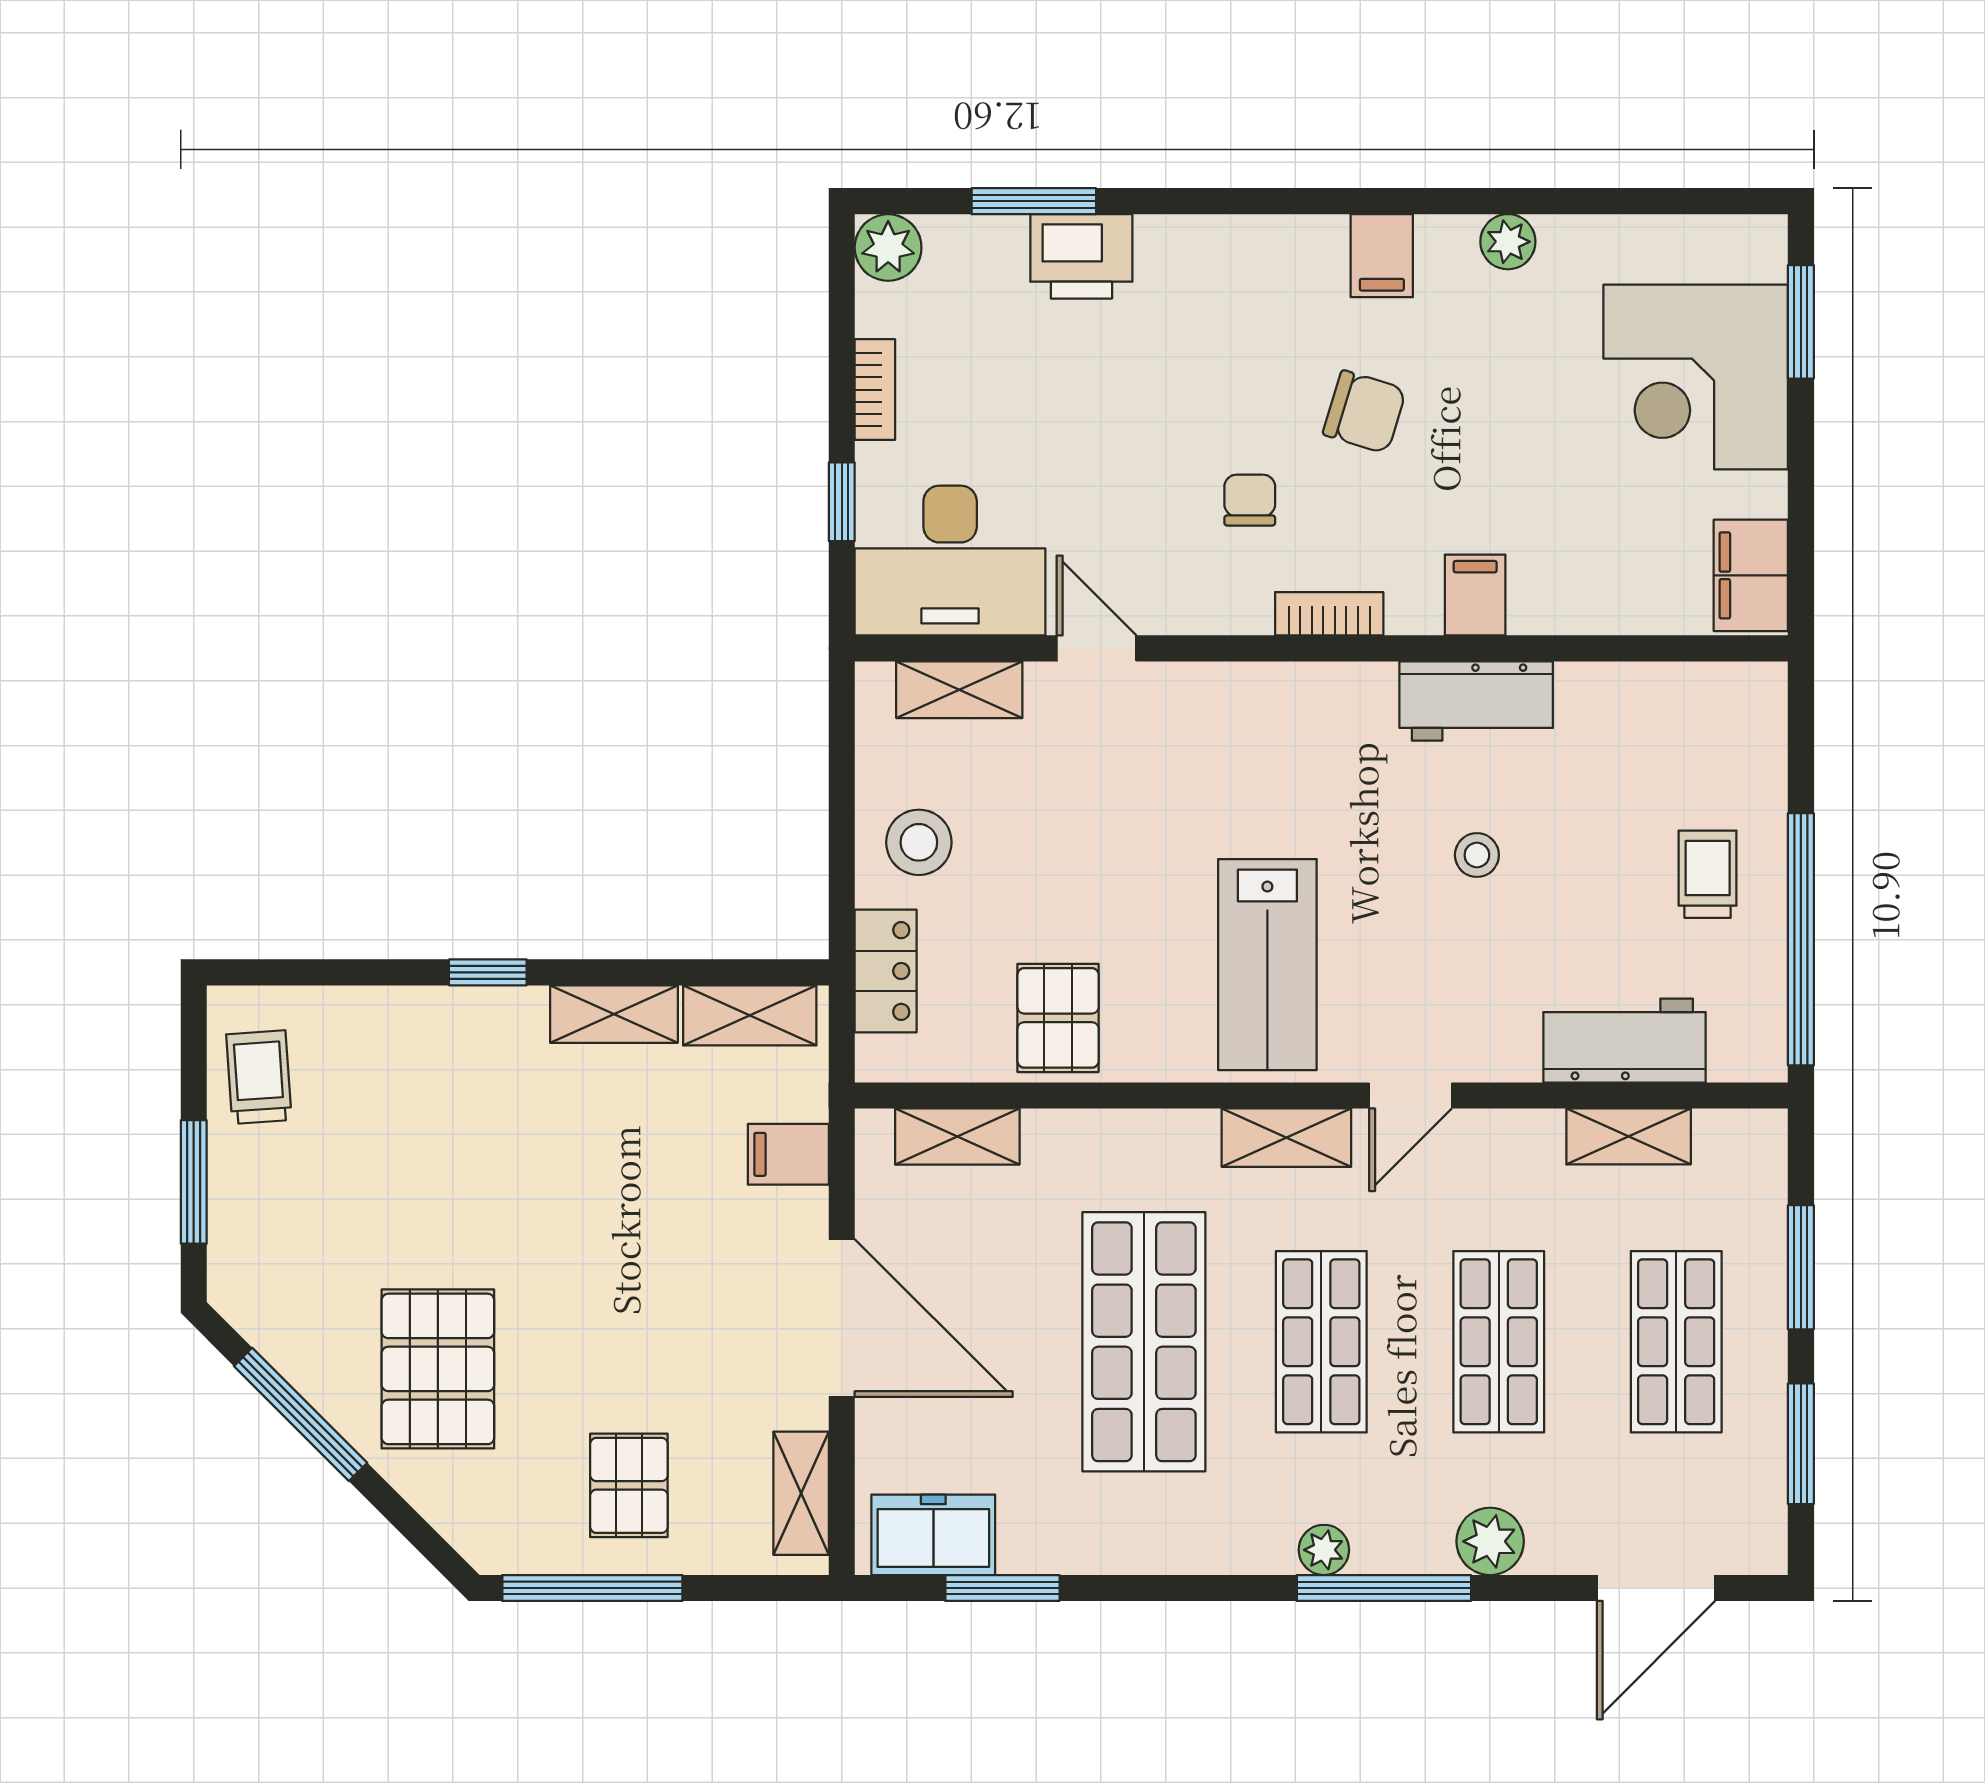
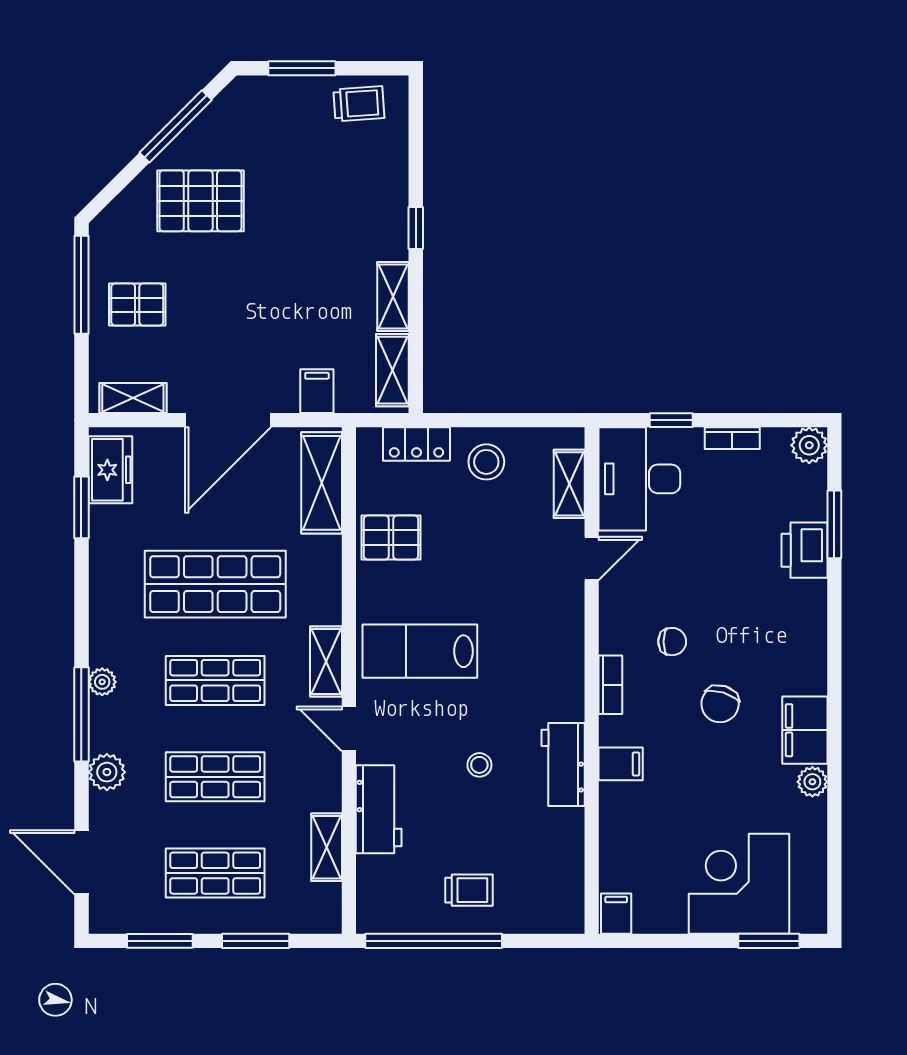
filing cabinet: (1382, 256) -> (805, 730), width x2.00
filing cabinet: (1751, 575) -> (616, 914), width x0.50
workbench: (1625, 1041) -> (379, 809), moved
shelving: (957, 1136) -> (322, 483), width x1.50, depth x1.33

